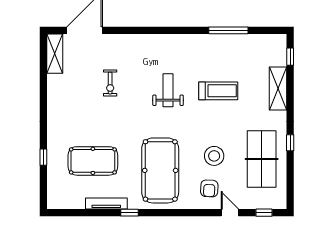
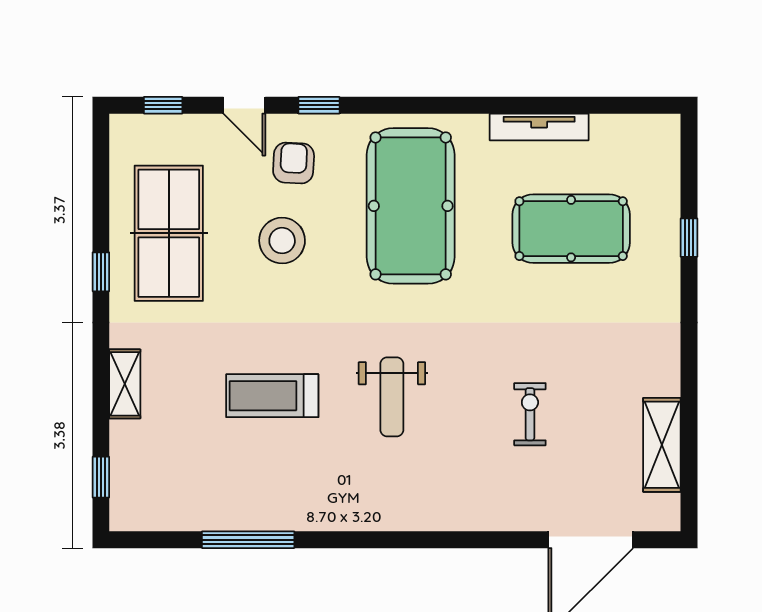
shelving: (55, 54) -> (662, 445), moved
shelving: (278, 88) -> (125, 384), width x0.67, depth x0.75
window: (129, 213) -> (319, 105), moved

